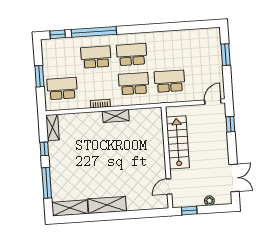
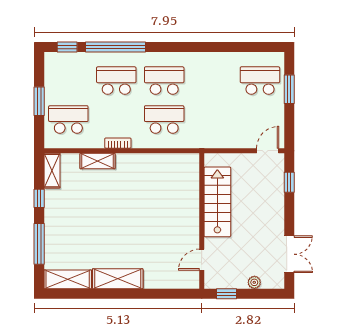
school desk: (170, 81) -> (260, 81), moved
shelving: (116, 116) -> (98, 161), moved

